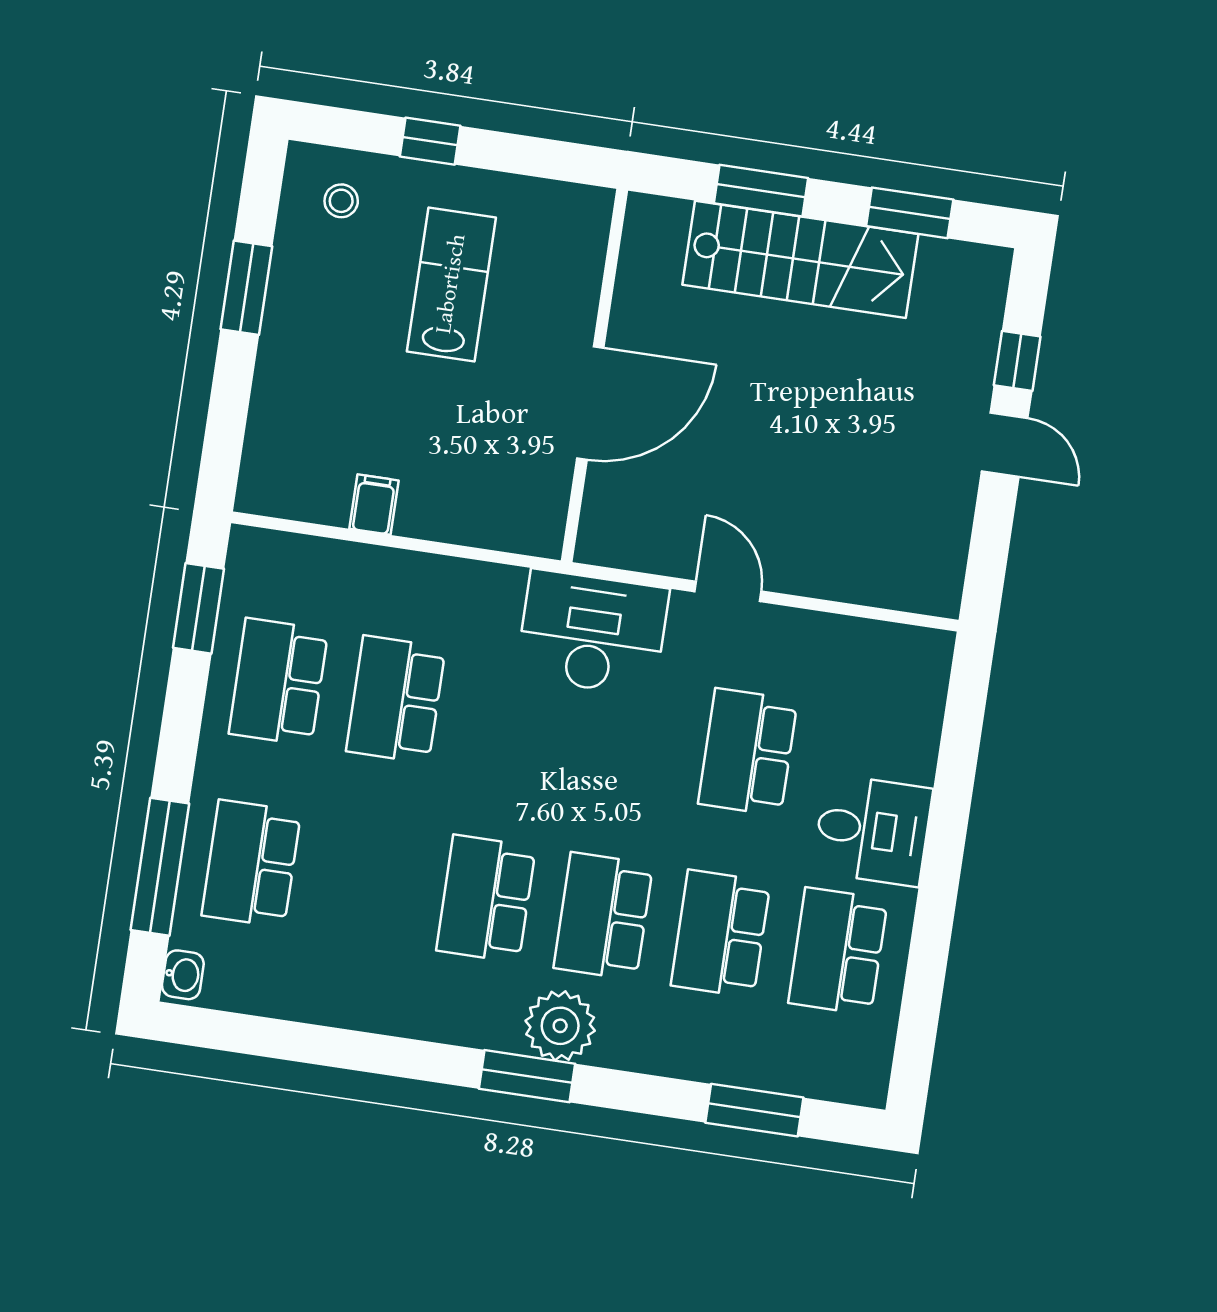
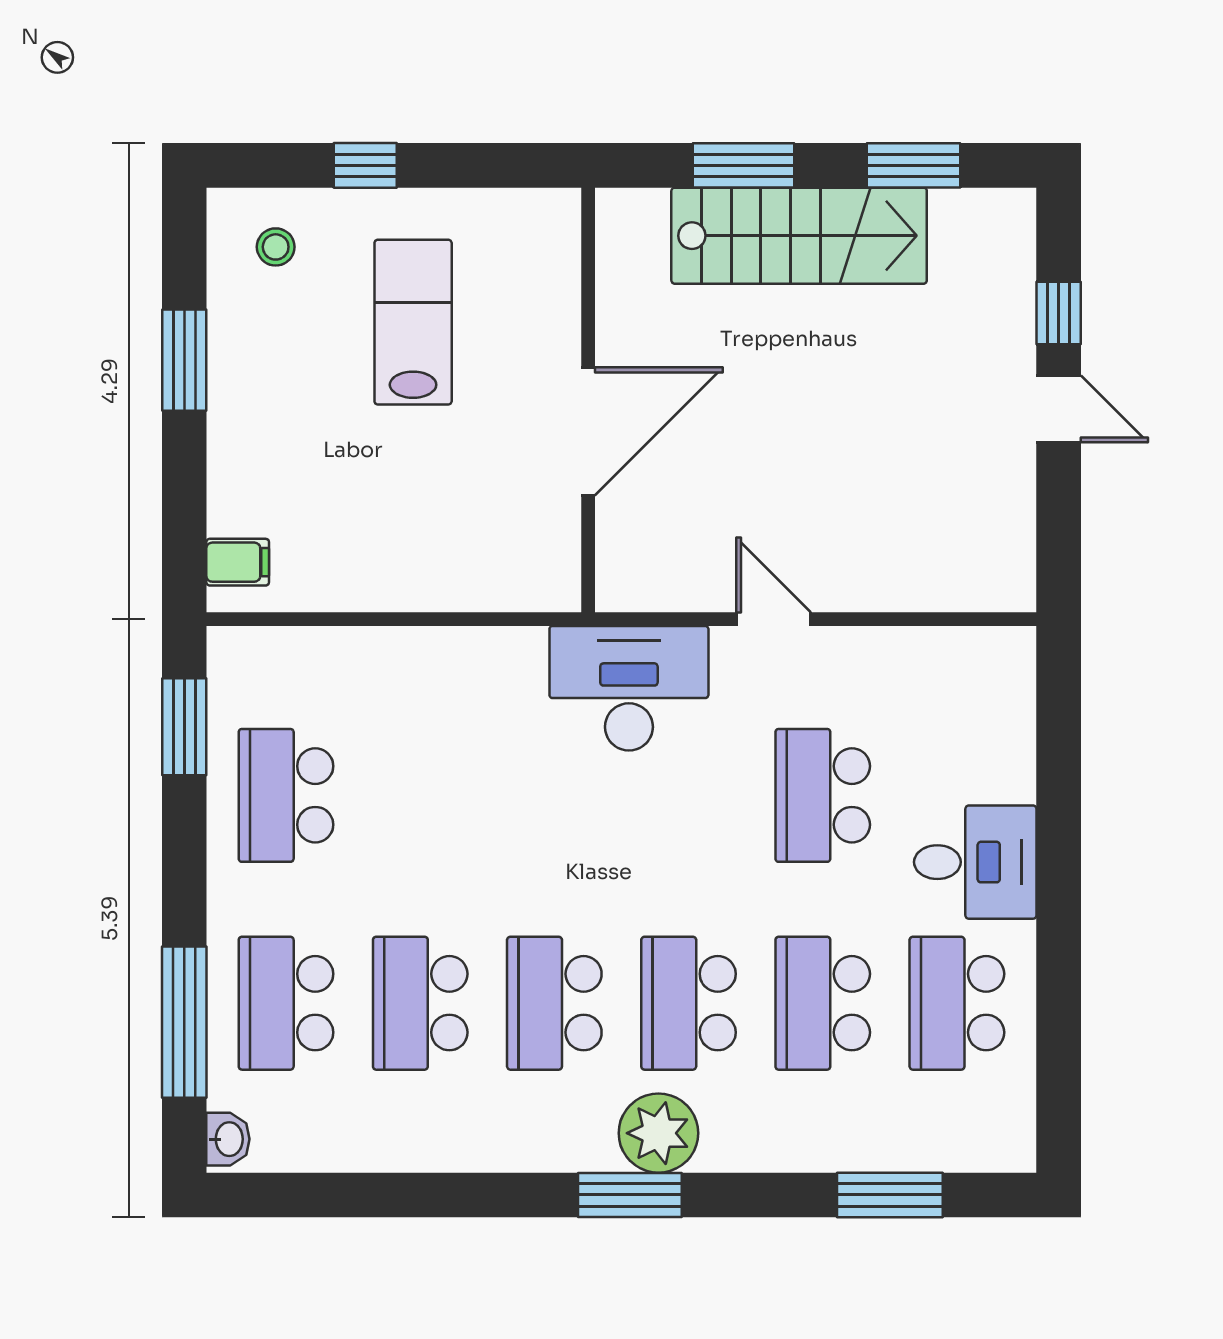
filing cabinet: (374, 505) -> (238, 562), moved, turned 90
school desk: (396, 699) -> (420, 1003), moved

